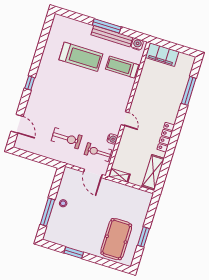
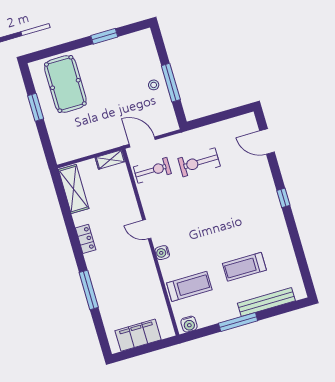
bench: (112, 36) -> (266, 302), moved
filing cabinet: (162, 55) -> (138, 335), moved
treadmill: (81, 57) -> (244, 267), width x0.73, depth x0.73
window: (189, 91) -> (89, 290), moved
locker: (166, 137) -> (86, 239), width x0.66
water cooler: (112, 139) -> (162, 253), moved
window: (47, 212) -> (171, 83), moved

